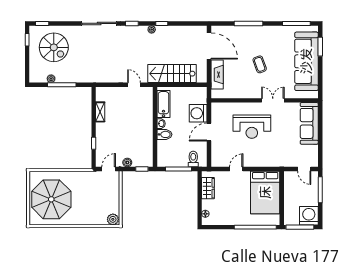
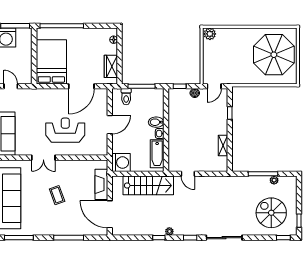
washing machine: (198, 113) -> (121, 163), moved
door: (236, 169) -> (81, 86), width x1.87

